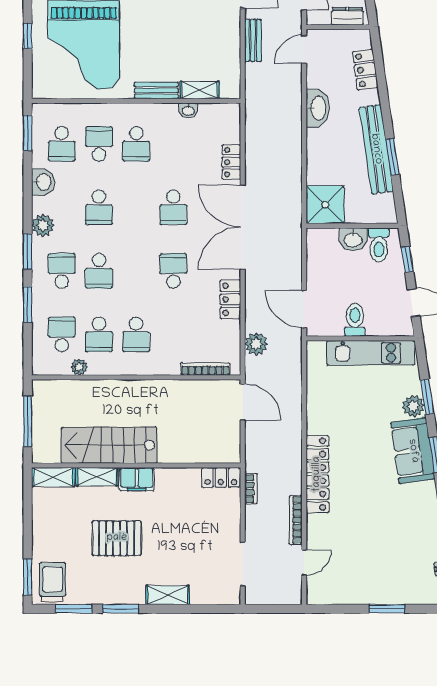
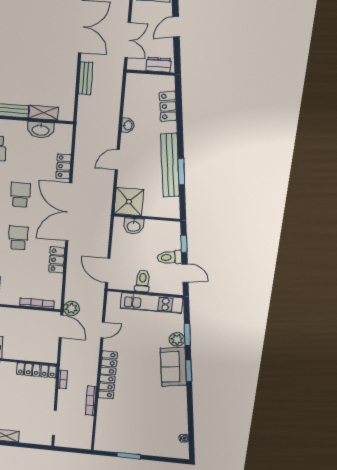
door: (304, 49) -> (117, 160), moved
washbasin: (318, 108) -> (128, 125), width x0.52, depth x0.69
washbasin: (188, 110) -> (41, 130), width x1.91, depth x1.45
school desk: (173, 207) -> (20, 195), turned 180
washbasin: (353, 239) -> (134, 226), moved
toilet: (379, 245) -> (169, 257), moved, turned 82
plant: (256, 344) -> (71, 308), moved
locker: (221, 477) -> (36, 370), width x1.53
door: (304, 563) -> (103, 330), moved
window: (387, 609) -> (129, 456), moved

